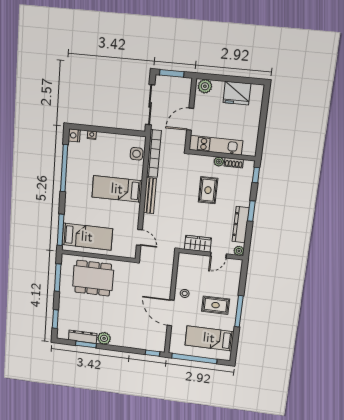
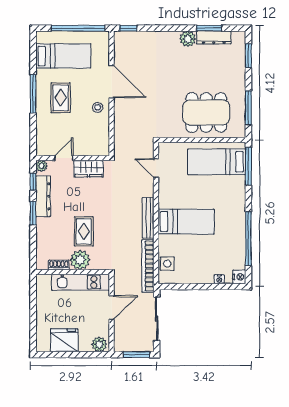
plant: (219, 162) -> (80, 260), width x1.87, depth x1.87
window: (256, 175) -> (33, 182), moved
rug: (216, 305) -> (61, 98), turned 90

